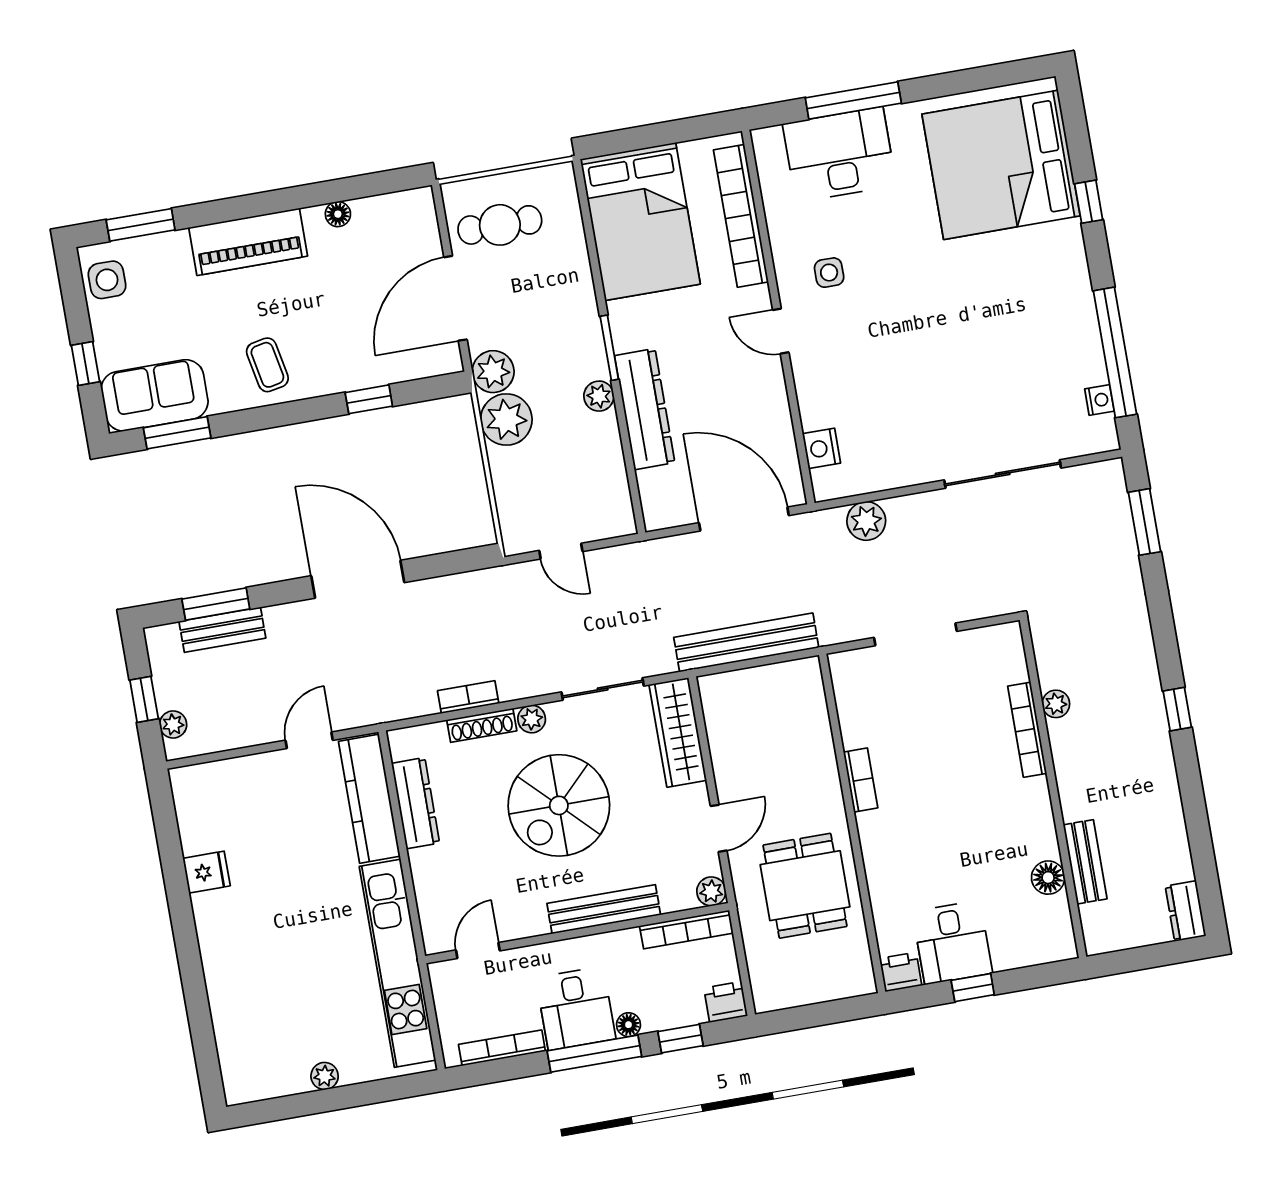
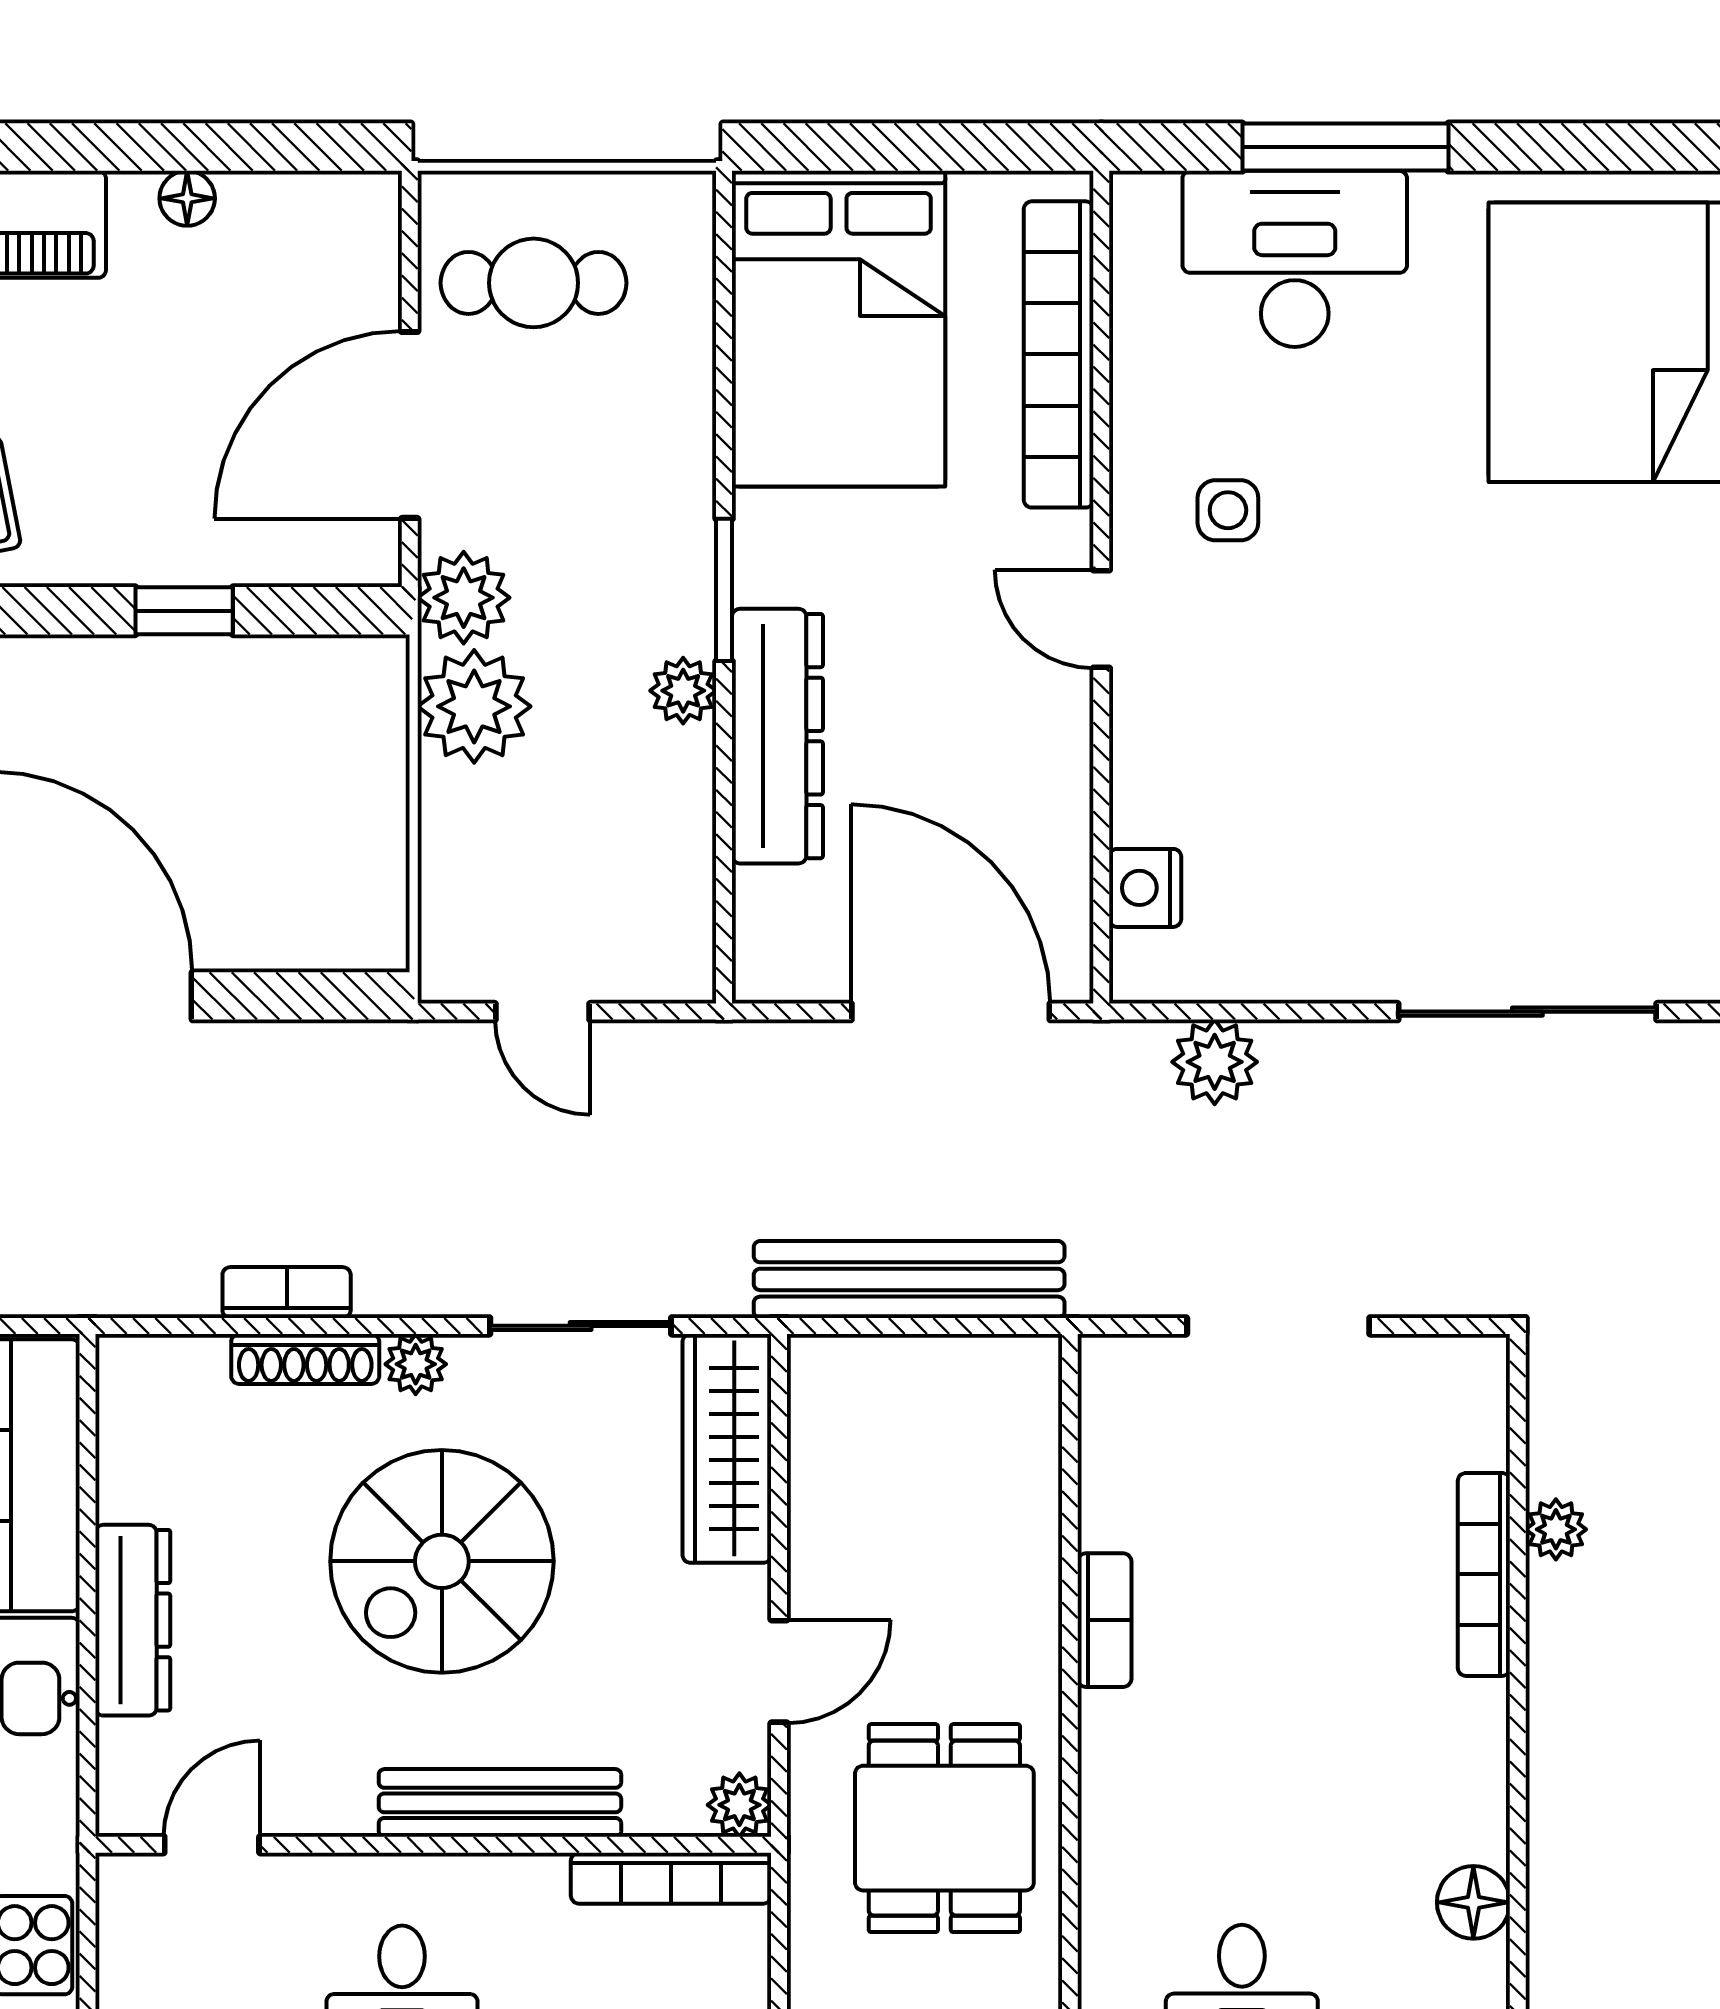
dresser: (416, 803) -> (133, 1620), moved
bench: (1085, 862) -> (1559, 1882), removed

